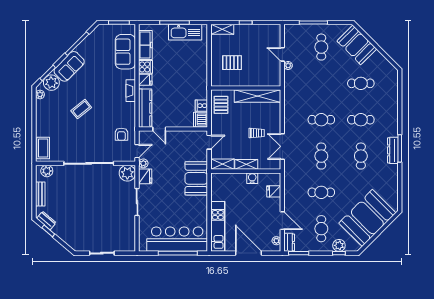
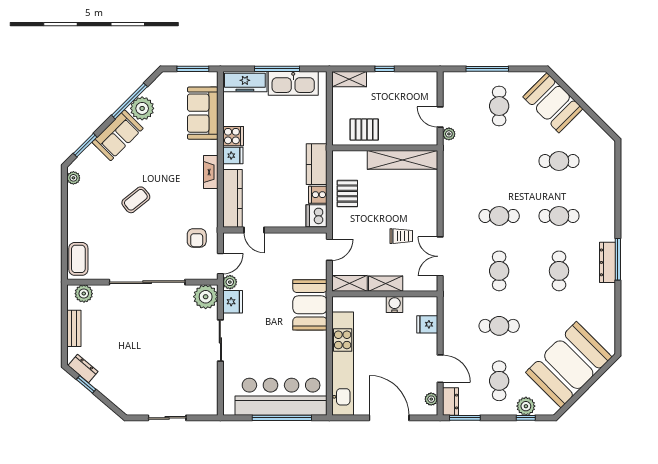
freezer: (145, 45) -> (245, 82), moved, turned 90
plant: (51, 83) -> (142, 108), moved
kitchen counter: (201, 85) -> (317, 164), added
wall: (246, 88) -> (385, 148), moved
shelving: (257, 96) -> (403, 160), moved
kitchen unit: (218, 226) -> (343, 364), width x1.36

